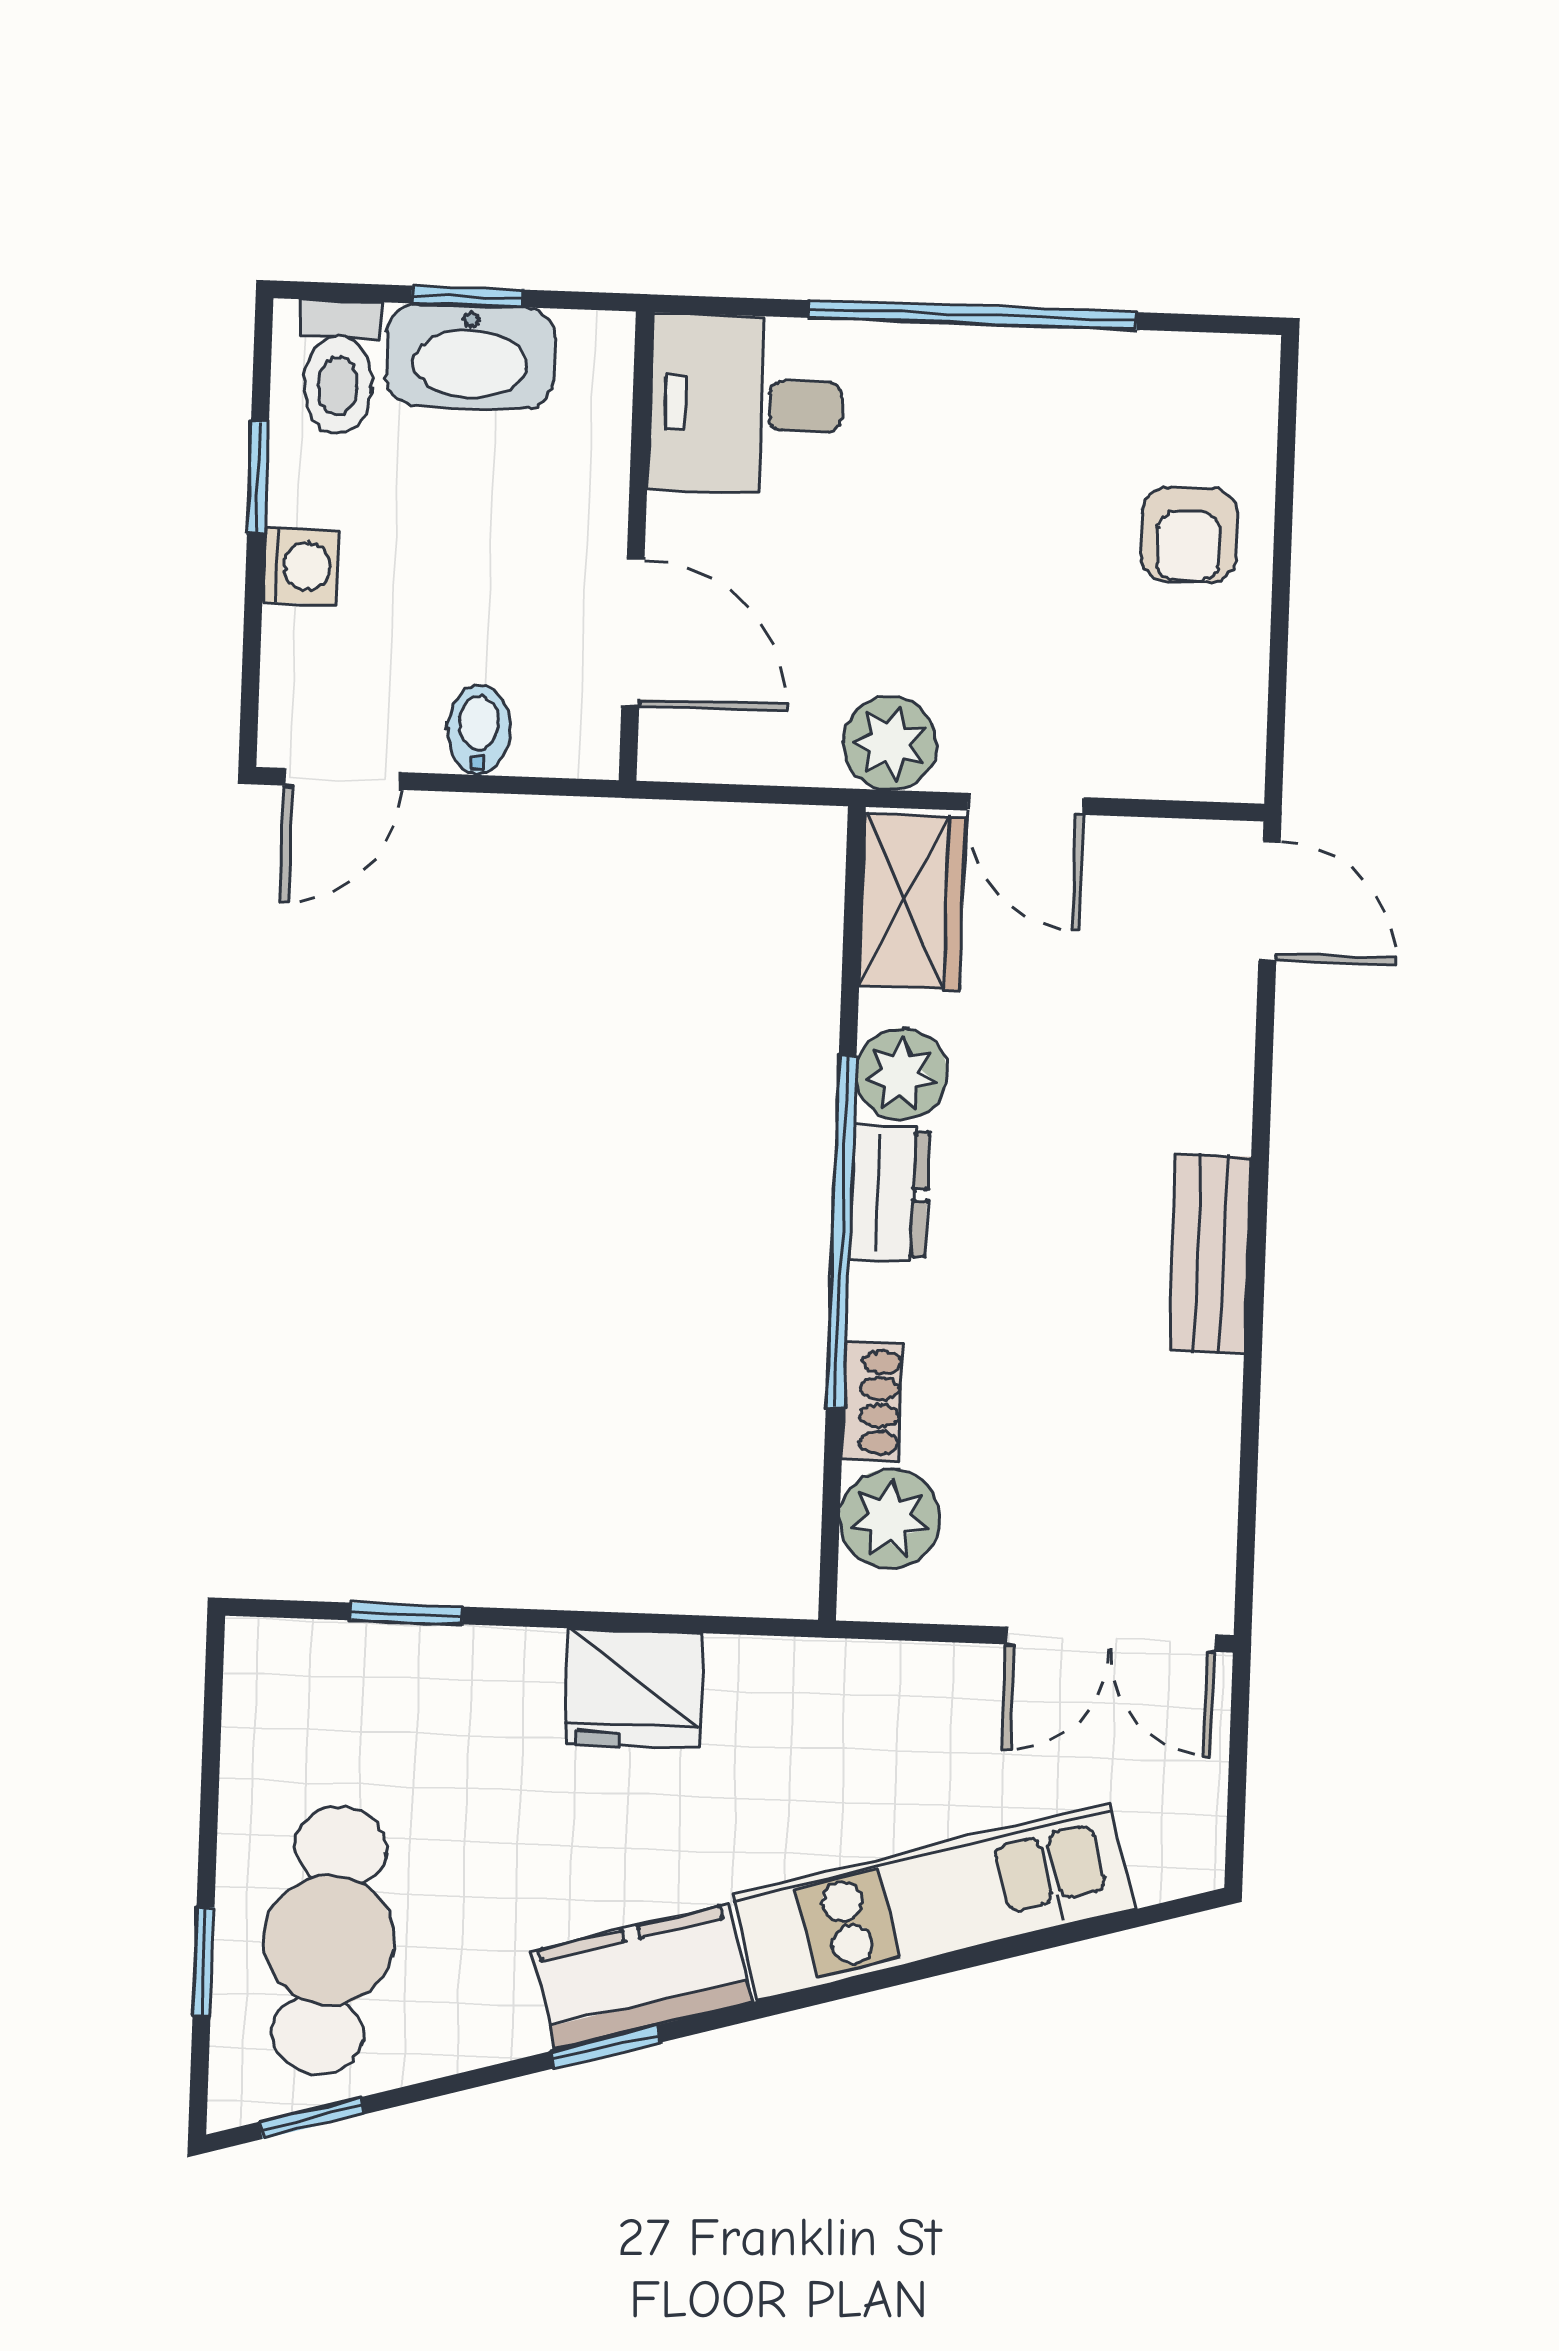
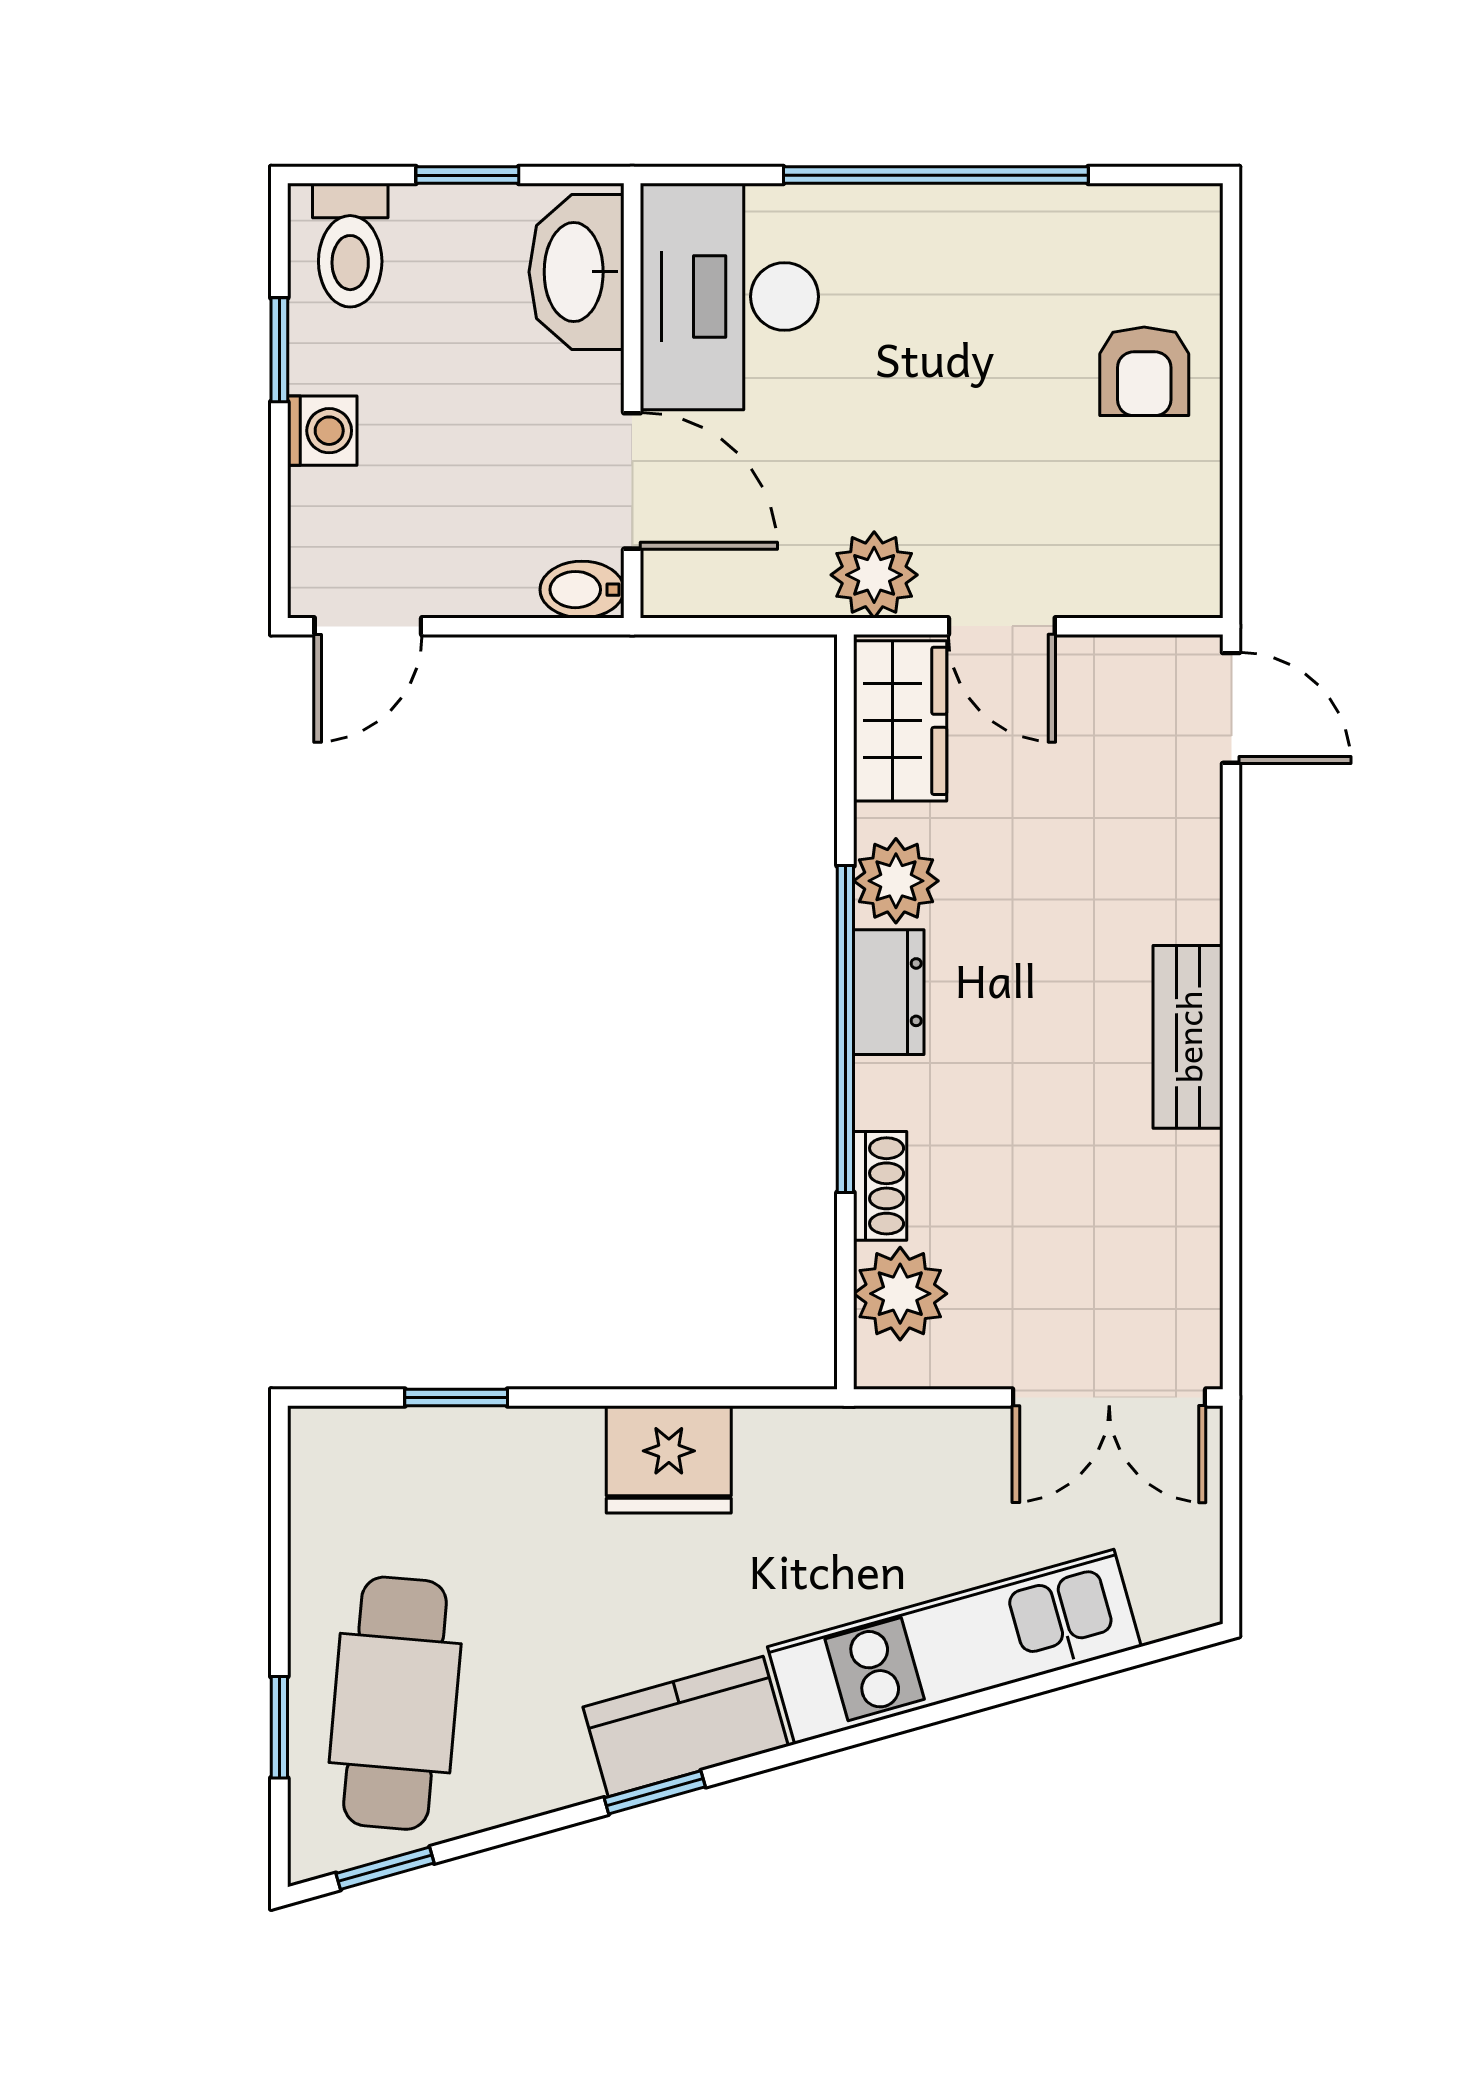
washbasin: (470, 357) -> (577, 272), moved, turned 90
desk: (746, 405) -> (729, 297), width x1.37
bidet: (479, 730) -> (582, 590), moved, turned -90

